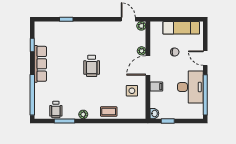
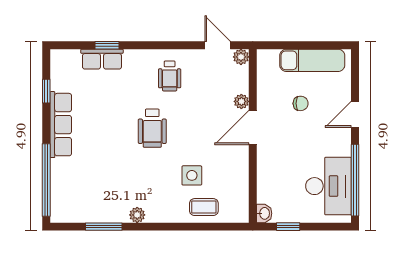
row of seats: (63, 27) -> (102, 59), added
door: (205, 58) -> (355, 114), hinge flipped
filing cabinet: (156, 87) -> (268, 165), removed
desk: (190, 87) -> (328, 186), moved
side table: (132, 91) -> (192, 175), moved
wheelchair: (56, 109) -> (170, 76), moved
coffee table: (109, 112) -> (204, 207), moved

